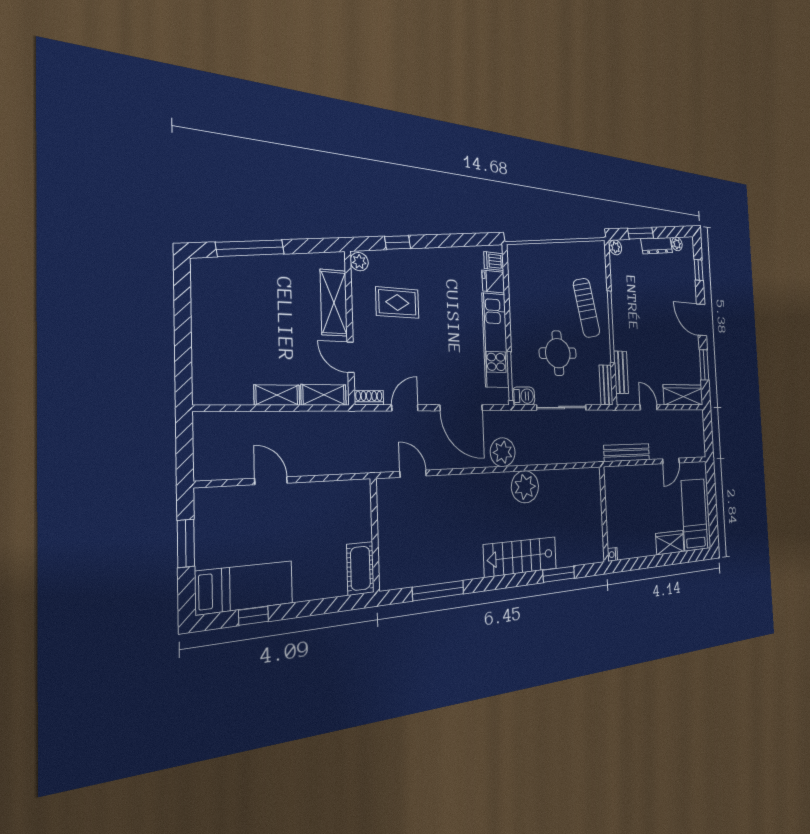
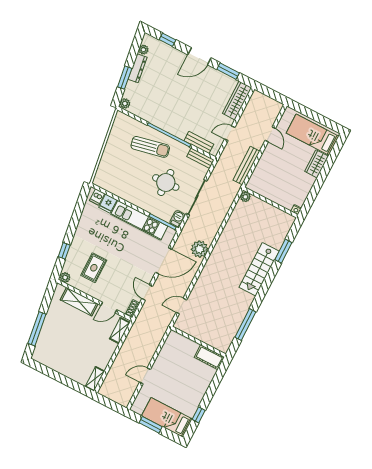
shelving: (277, 395) -> (95, 379), moved
plant: (525, 487) -> (245, 197), moved, width x0.53, depth x0.53
bed: (245, 587) -> (167, 417), moved, turned -90

